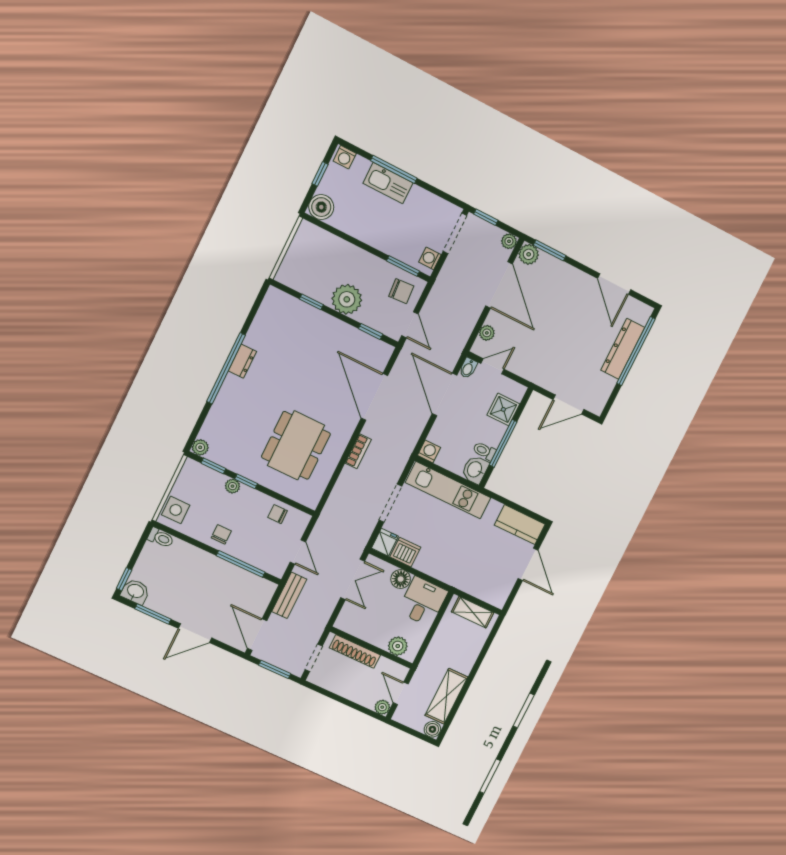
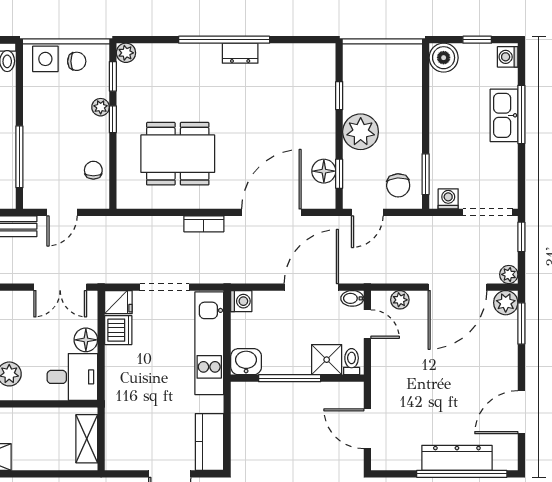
floor lamp: (363, 342) -> (324, 171), added
toilet: (484, 451) -> (352, 362), moved
chair: (221, 534) -> (77, 61), moved

